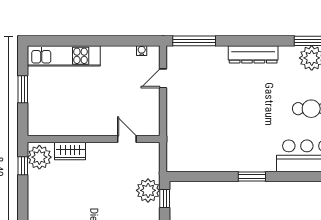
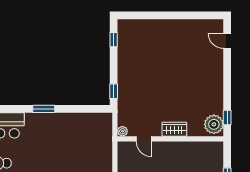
wardrobe: (70, 151) -> (174, 129), moved
plant: (148, 190) -> (122, 131), moved, width x0.53, depth x0.53

